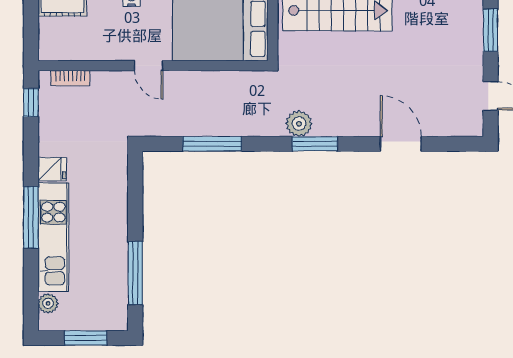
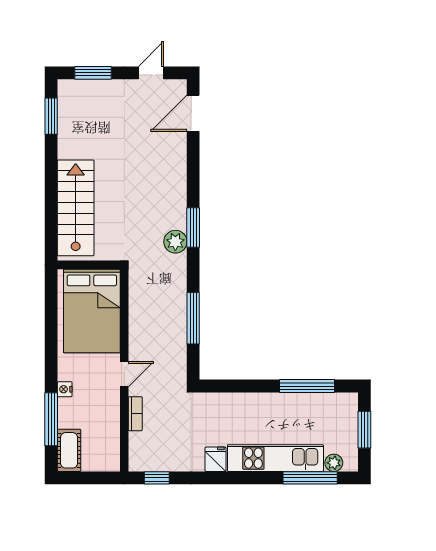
bookcase: (70, 78) -> (135, 414), moved
door: (401, 144) -> (193, 113), moved
window: (31, 217) -> (310, 478), moved

